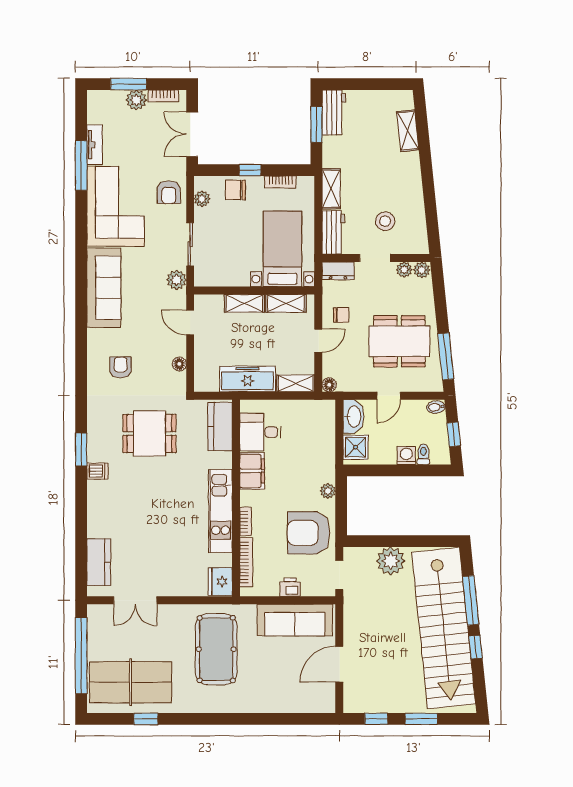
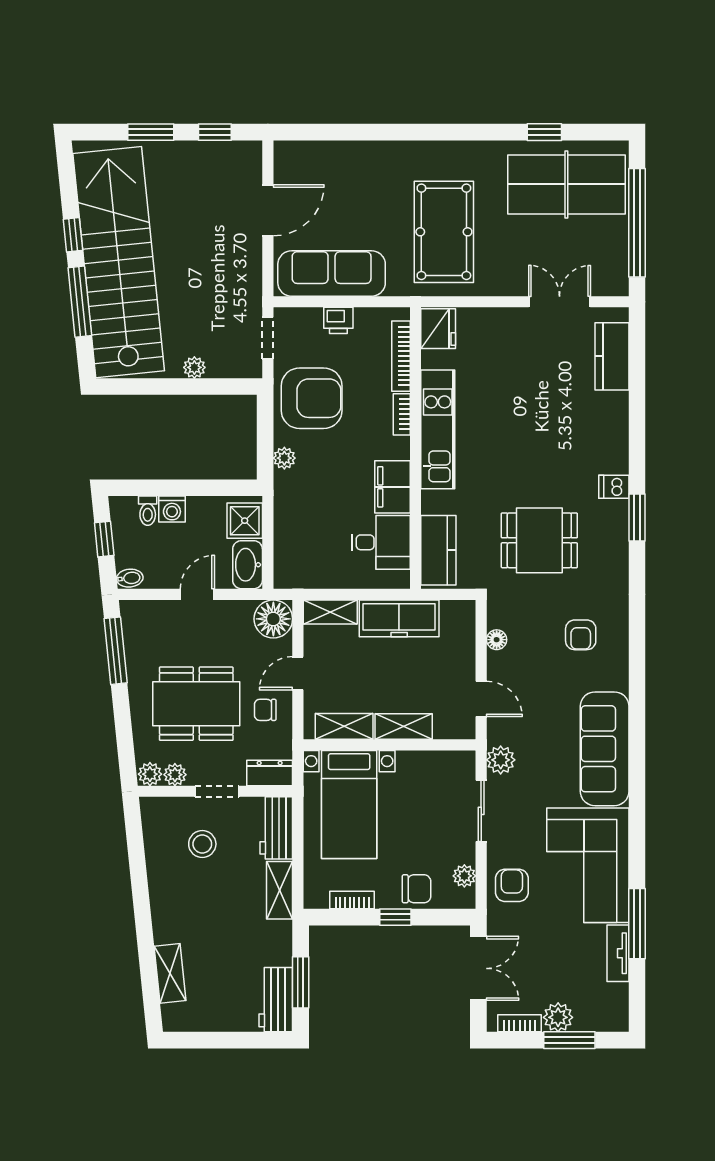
dining table: (399, 341) -> (196, 704), moved
floor lamp: (329, 385) -> (273, 619), width x1.89, depth x1.89
plant: (391, 561) -> (194, 367), width x0.53, depth x0.53

